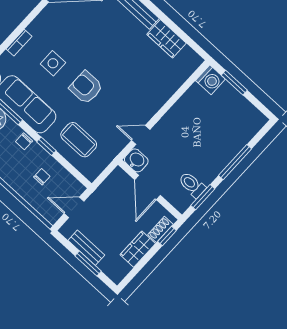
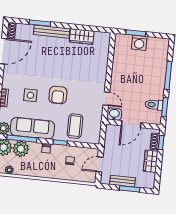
washing machine: (210, 80) -> (139, 43), moved, turned 90
armchair: (86, 87) -> (58, 95), turned -90
door: (141, 135) -> (106, 99), swing flipped
coffee table: (79, 140) -> (75, 126), turned 90
door: (147, 187) -> (131, 124), hinge flipped

